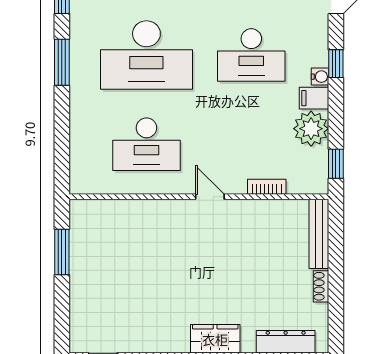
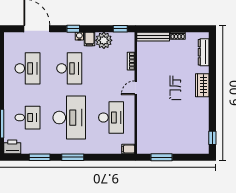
filing cabinet: (79, 181) -> (128, 149), added

